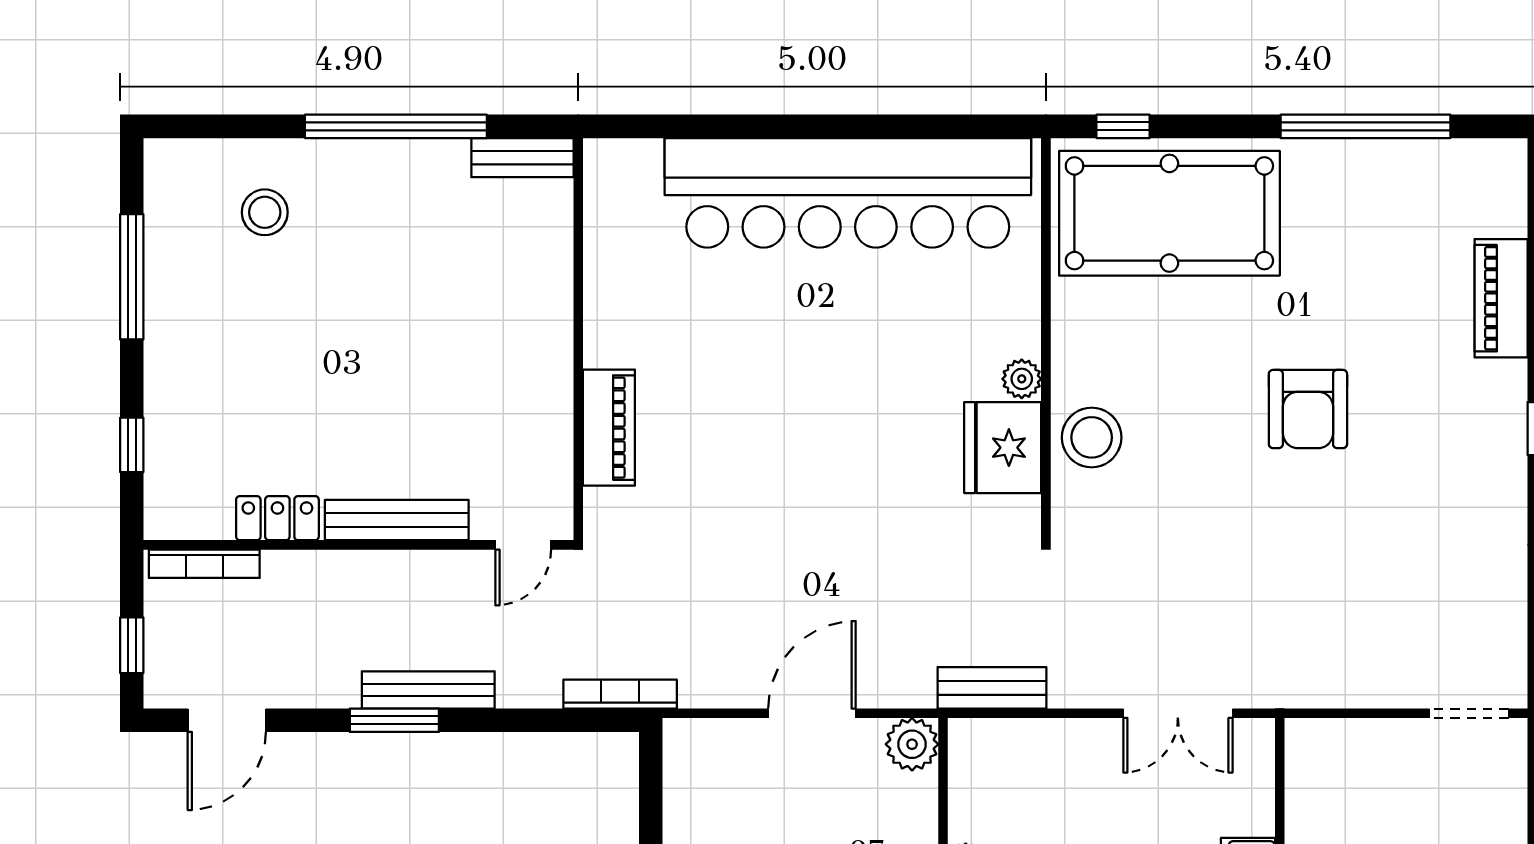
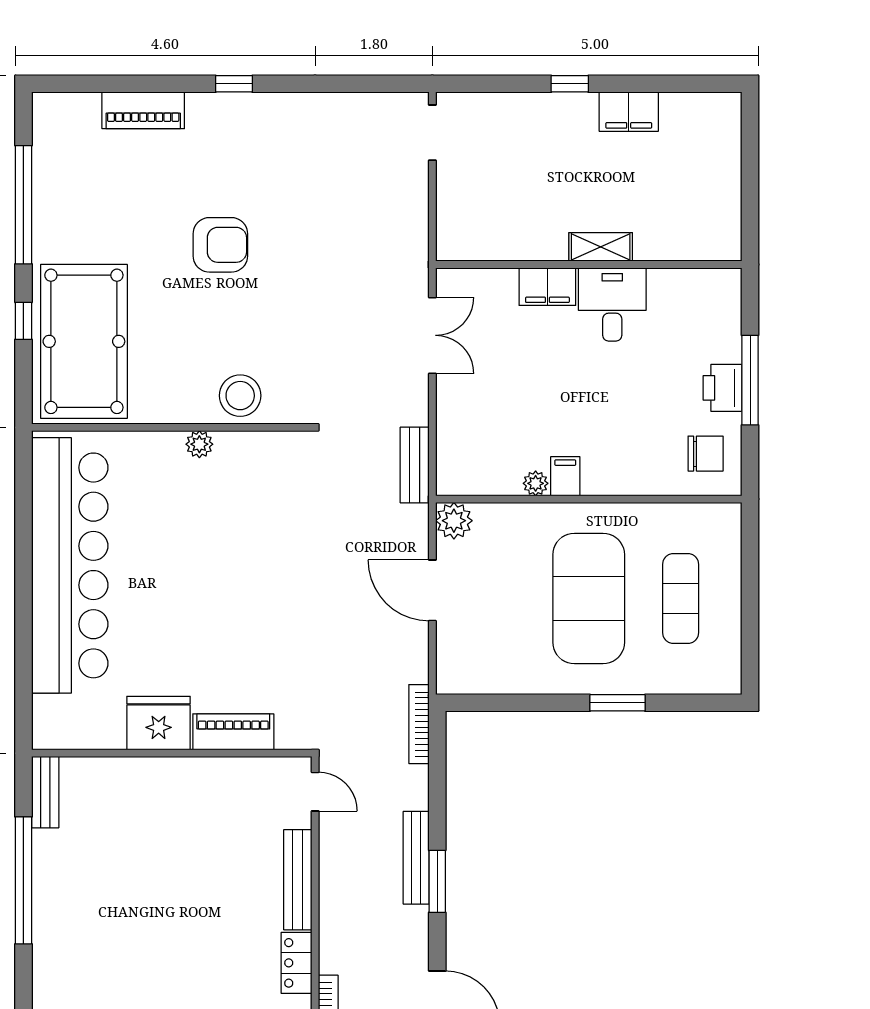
window: (1123, 126) -> (23, 321), moved
stool: (265, 212) -> (83, 972), removed
fridge: (1003, 448) -> (159, 723), moved, turned 180

